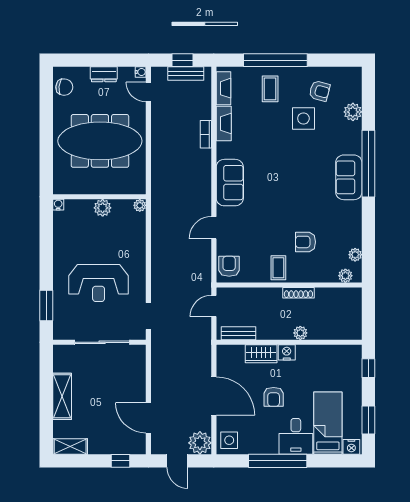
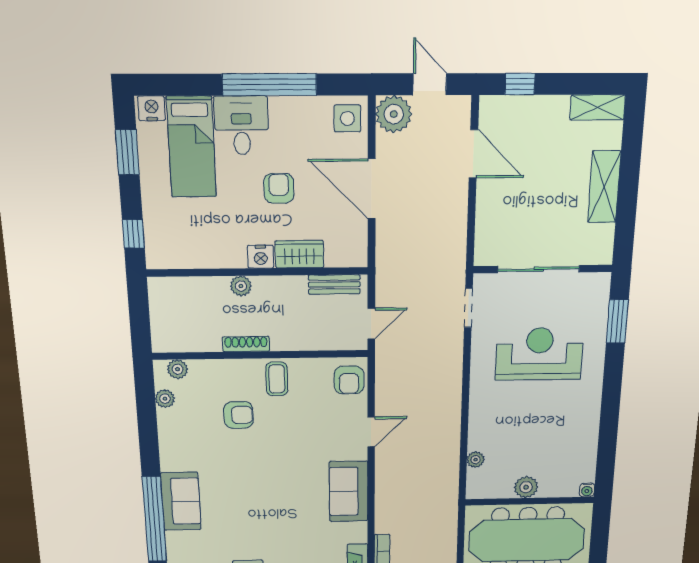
wall: (99, 197) -> (530, 501), moved
water cooler: (58, 205) -> (587, 490), moved
plant: (103, 208) -> (526, 487), moved

